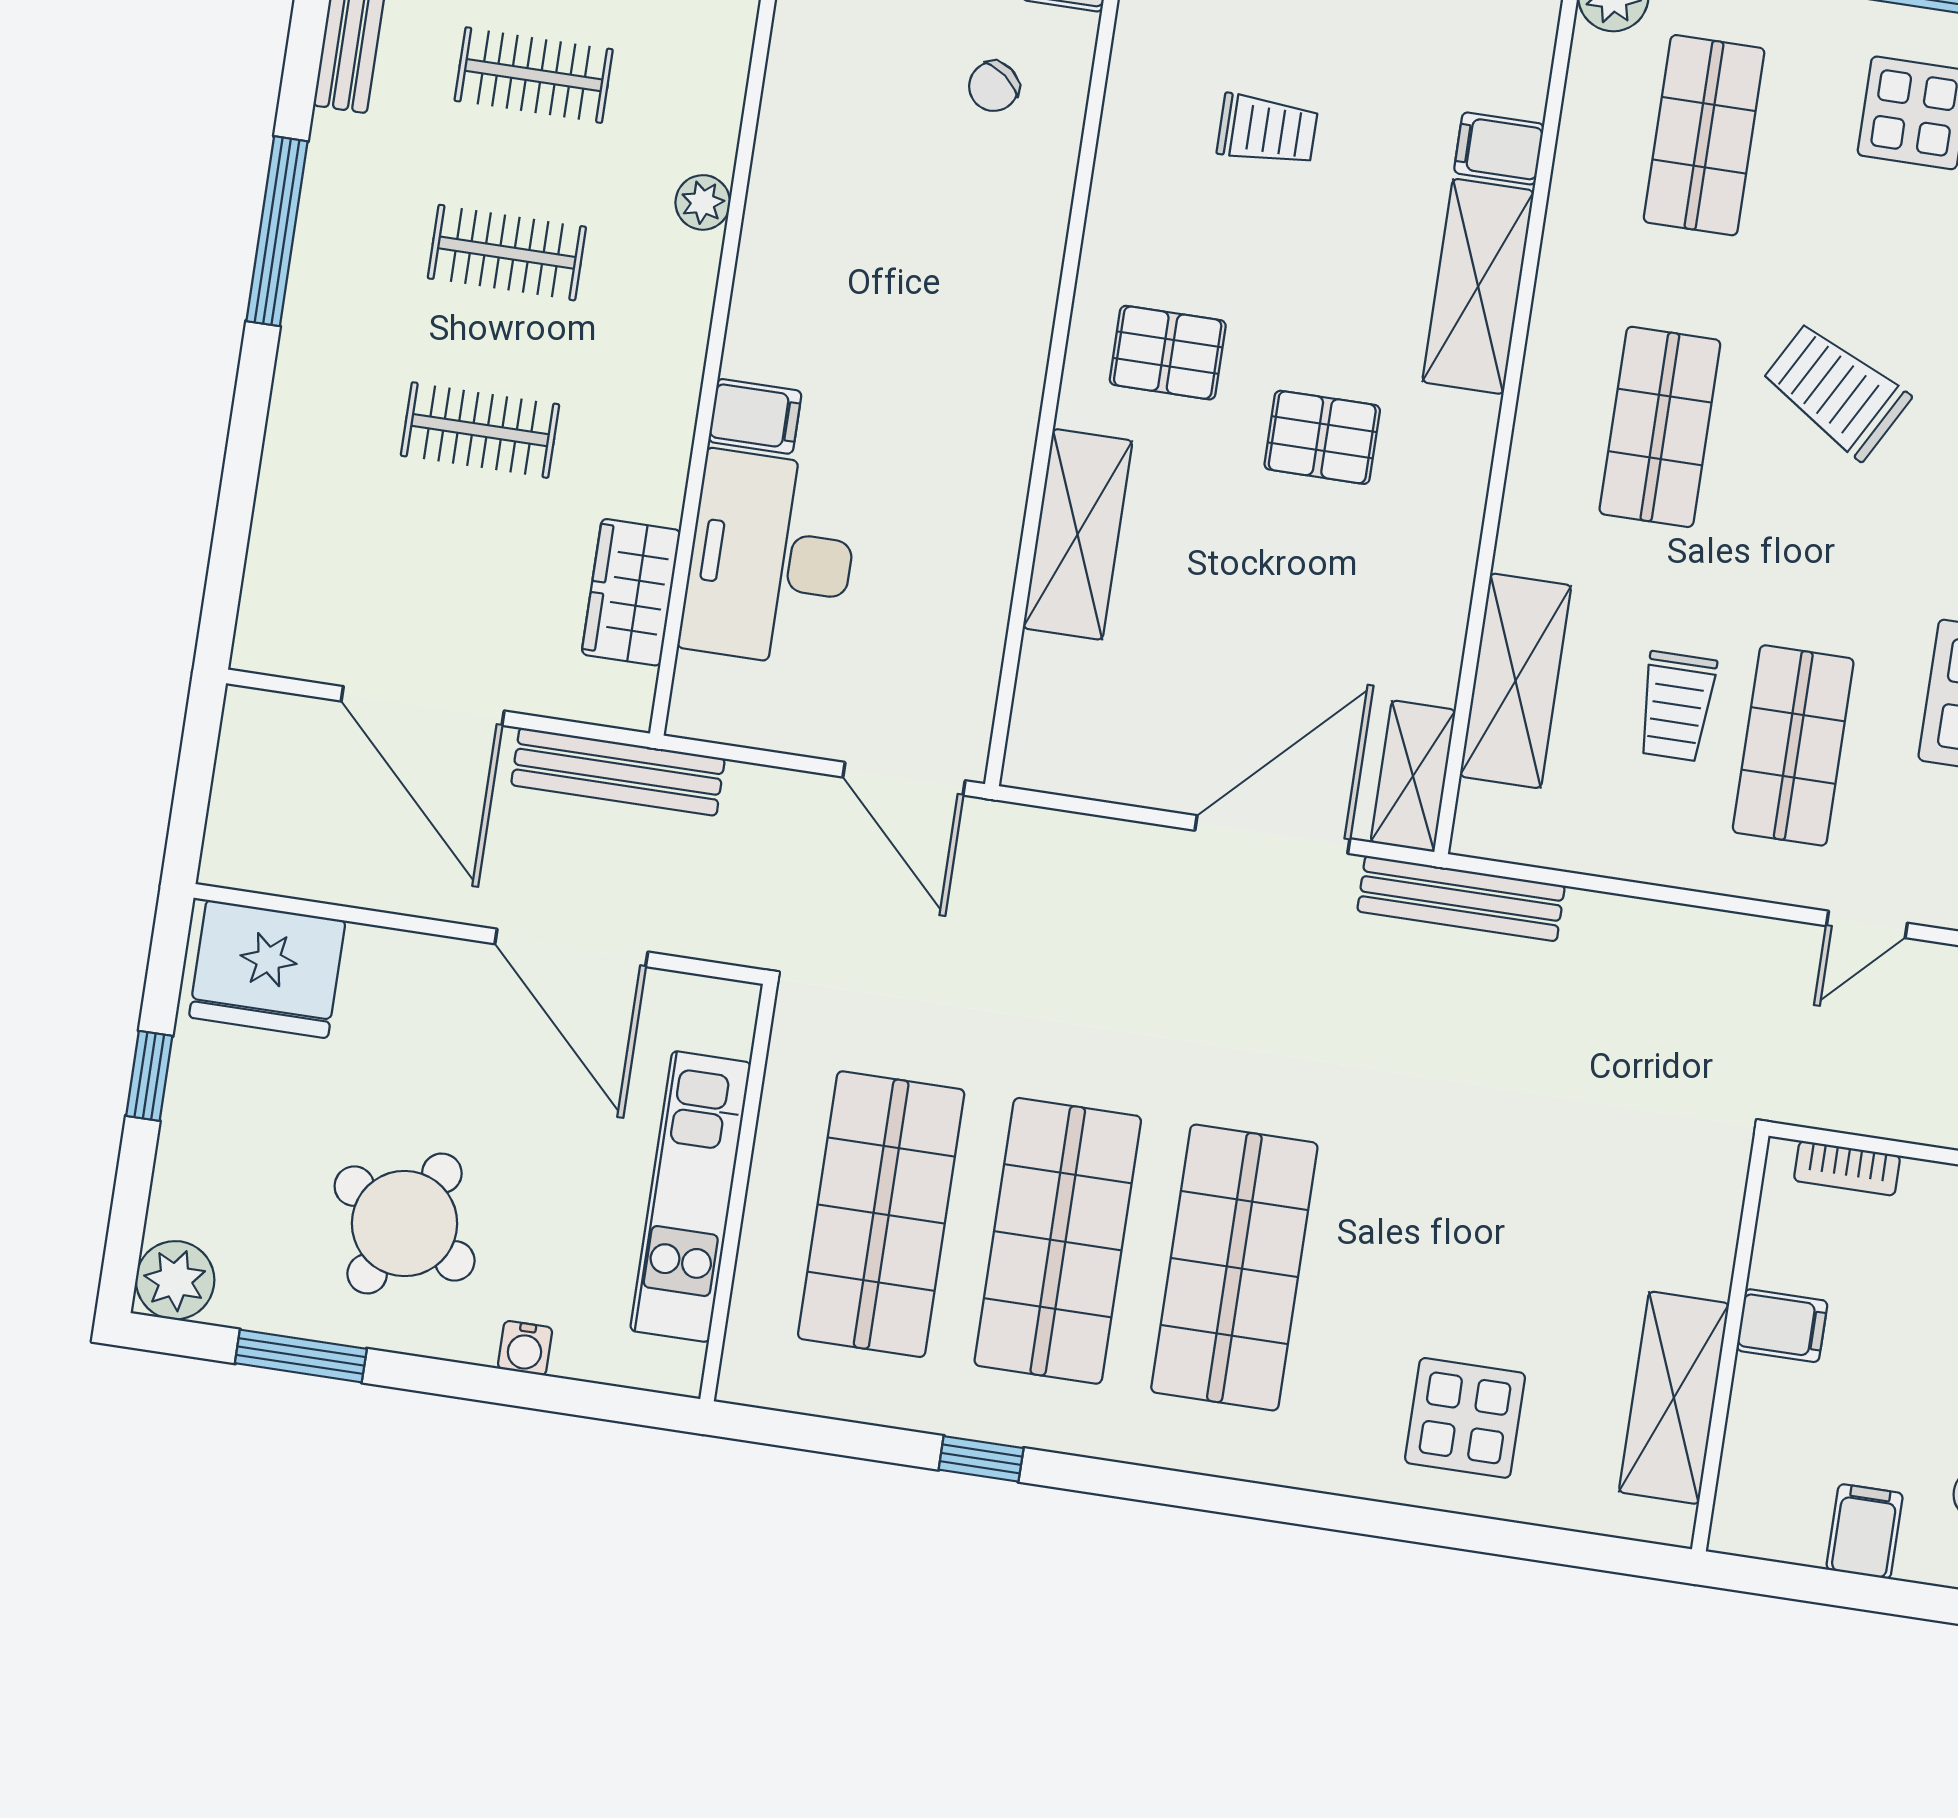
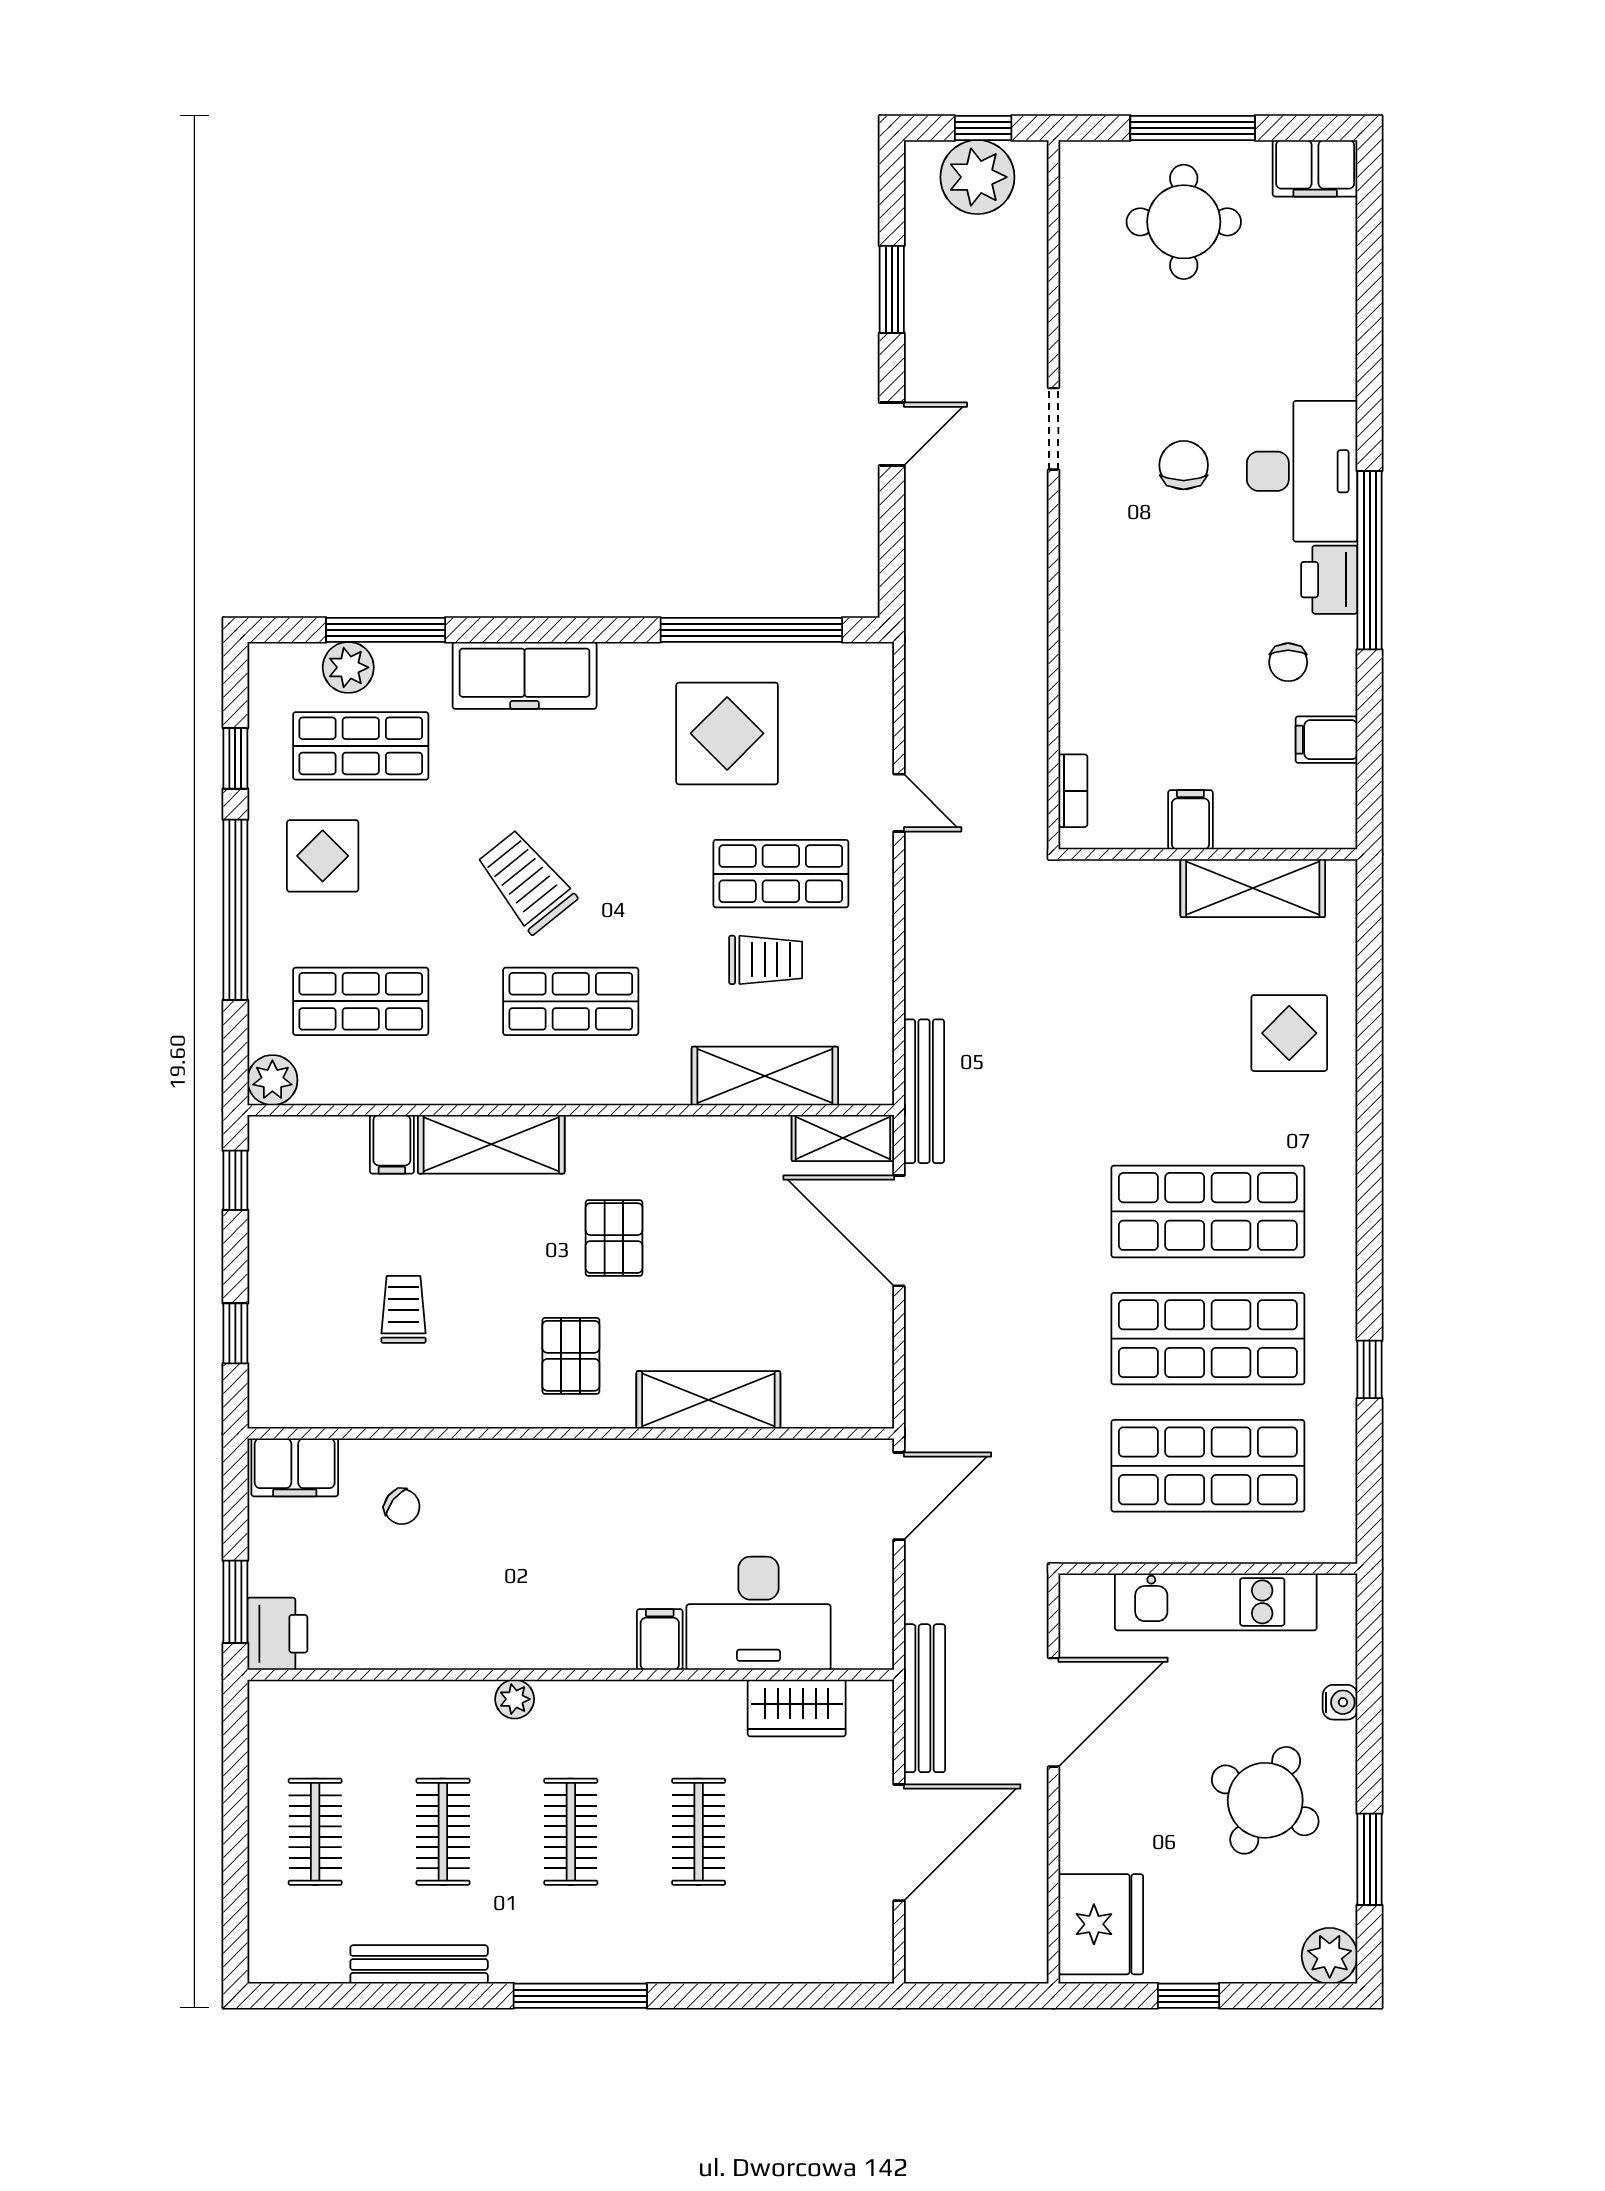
trolley: (1836, 390) -> (526, 881), turned 112

